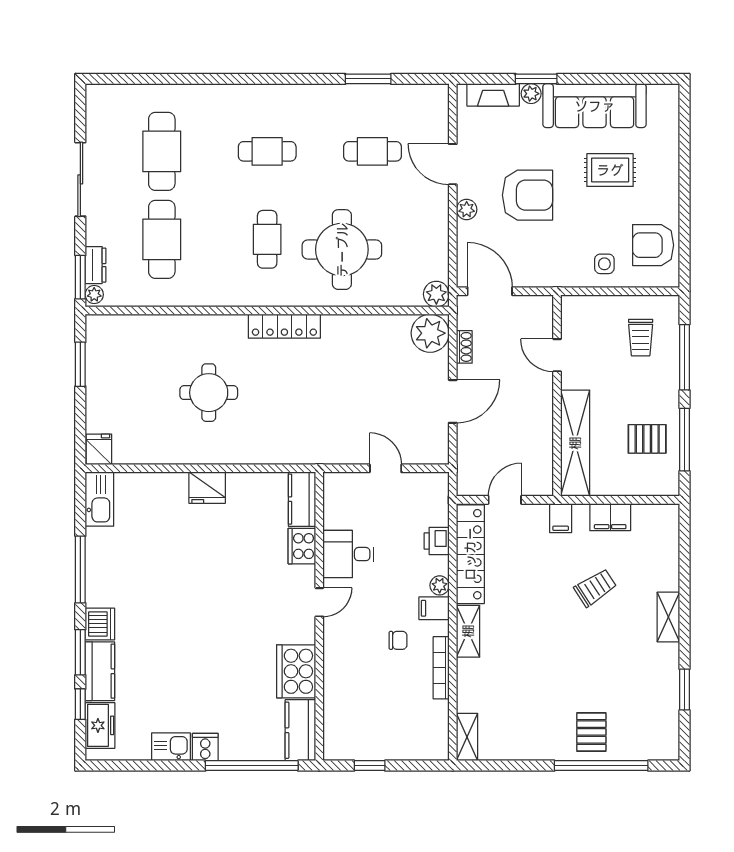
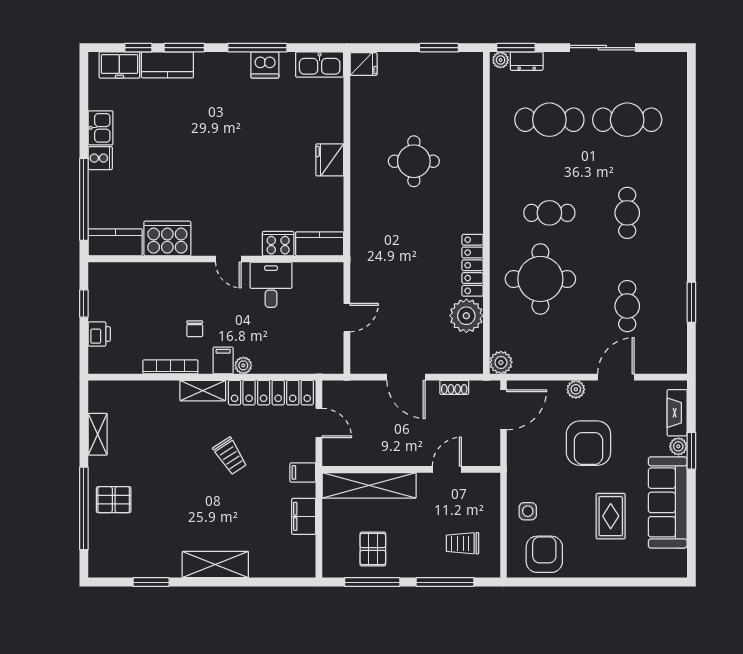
locker: (284, 326) -> (473, 265), moved
plant: (430, 333) -> (466, 316), moved
printer: (437, 541) -> (99, 334), moved, turned 90
trolley: (595, 588) -> (230, 456), moved
shelving: (668, 617) -> (215, 565), width x1.50, depth x1.33
dishwasher: (100, 624) -> (265, 65), moved
shelving: (467, 737) -> (98, 434), moved, turned 90

